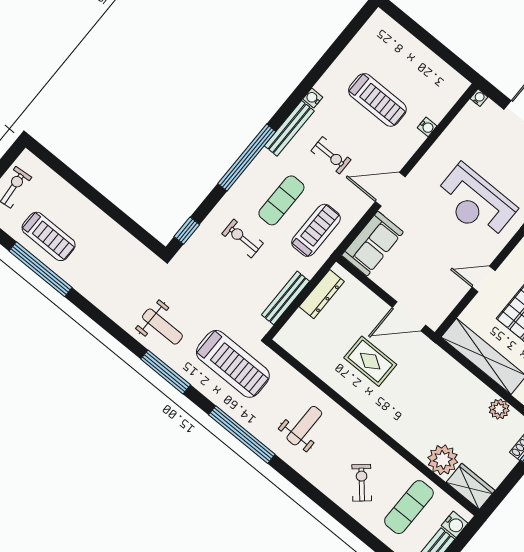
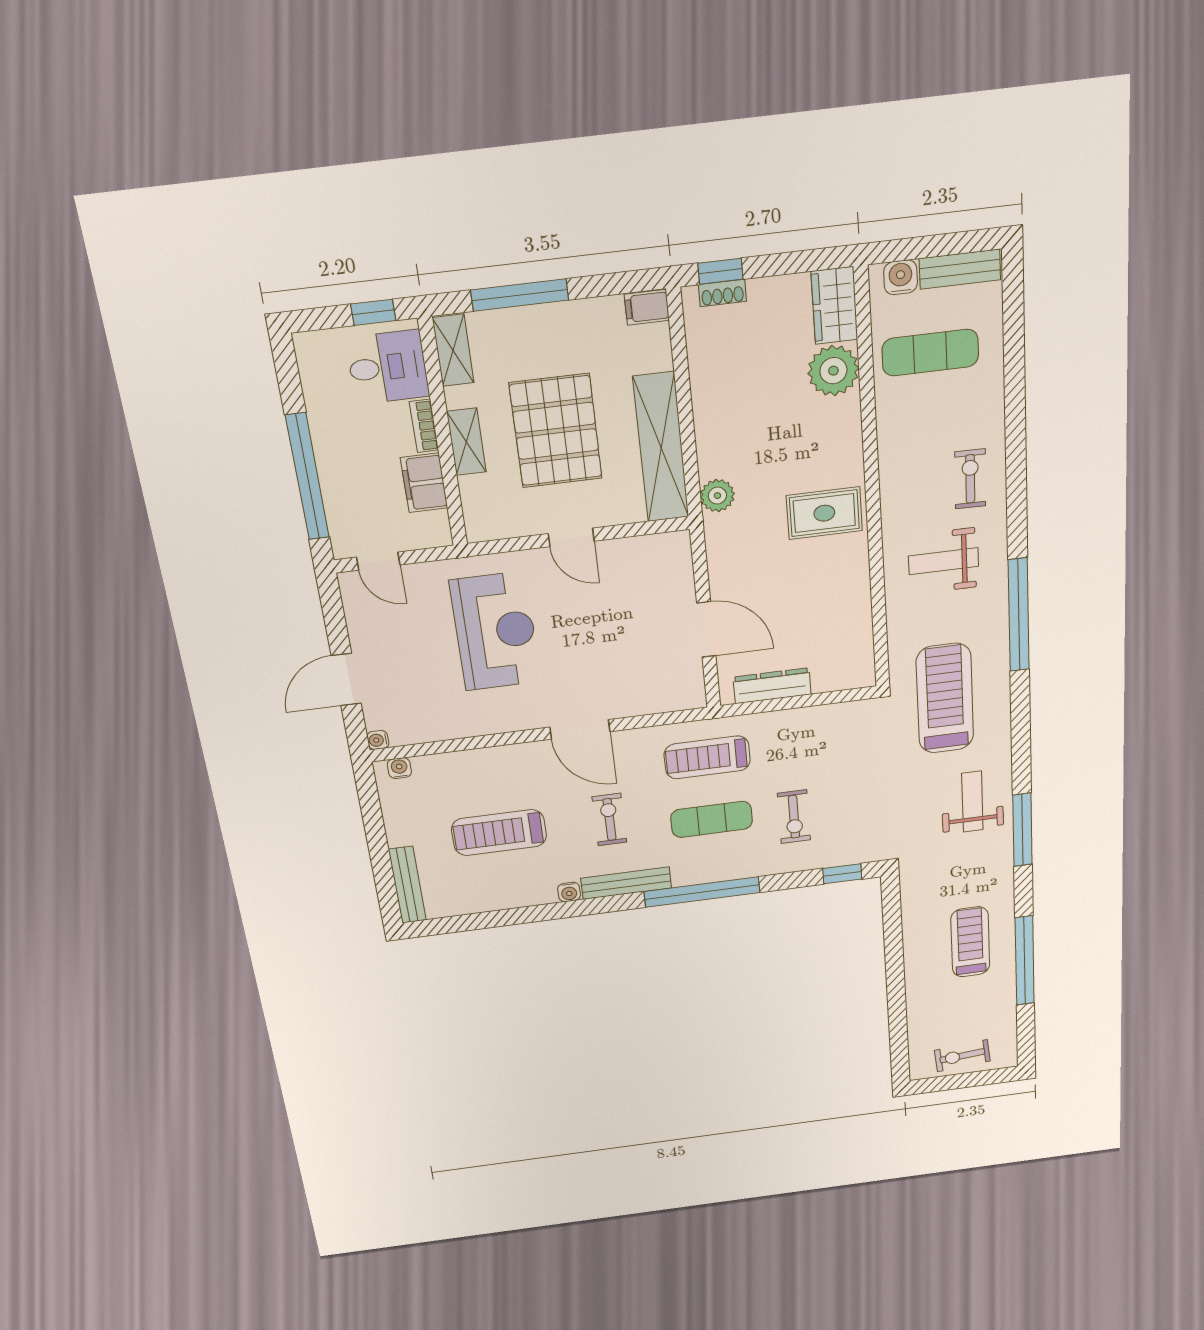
treadmill: (377, 100) -> (499, 833), turned -90
water cooler: (427, 127) -> (399, 768), moved
treadmill: (49, 236) -> (970, 942), moved
sofa: (372, 244) -> (660, 690), removed
bench: (285, 298) -> (407, 885), moved, turned 90
door: (409, 316) -> (706, 629), moved
rug: (370, 361) -> (824, 513), moved, turned 90
window: (166, 372) -> (1022, 830), moved
plant: (499, 409) -> (717, 496), moved
exercise bike: (362, 483) -> (970, 479), moved, turned 132

